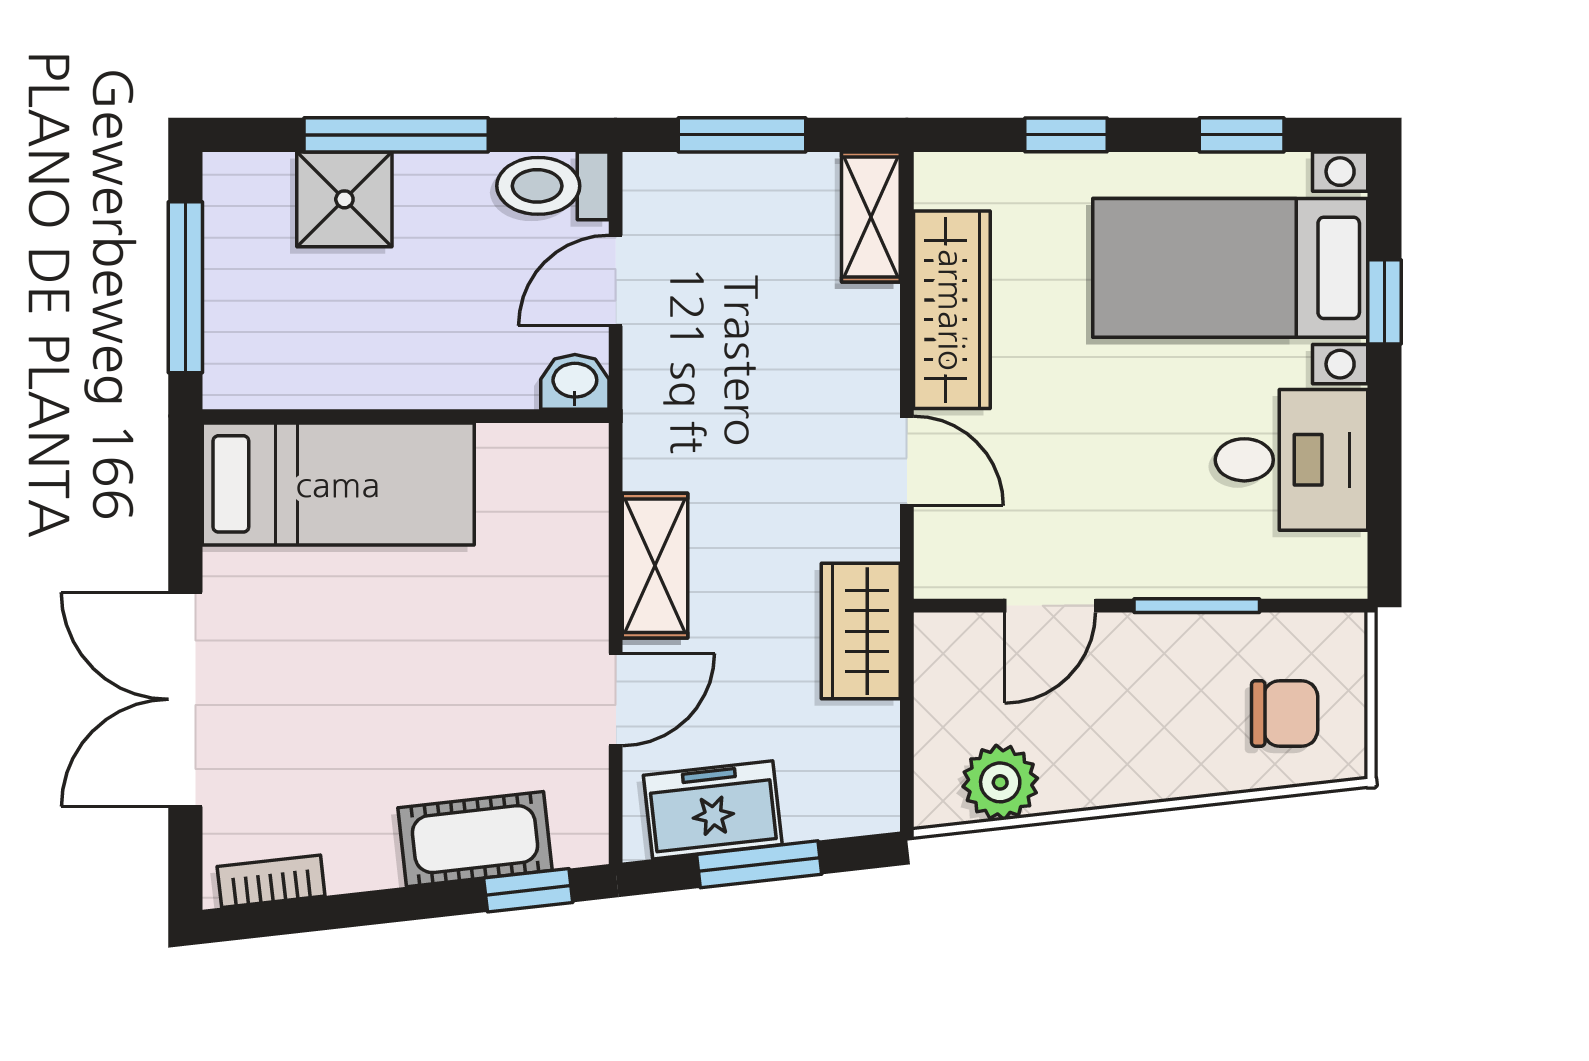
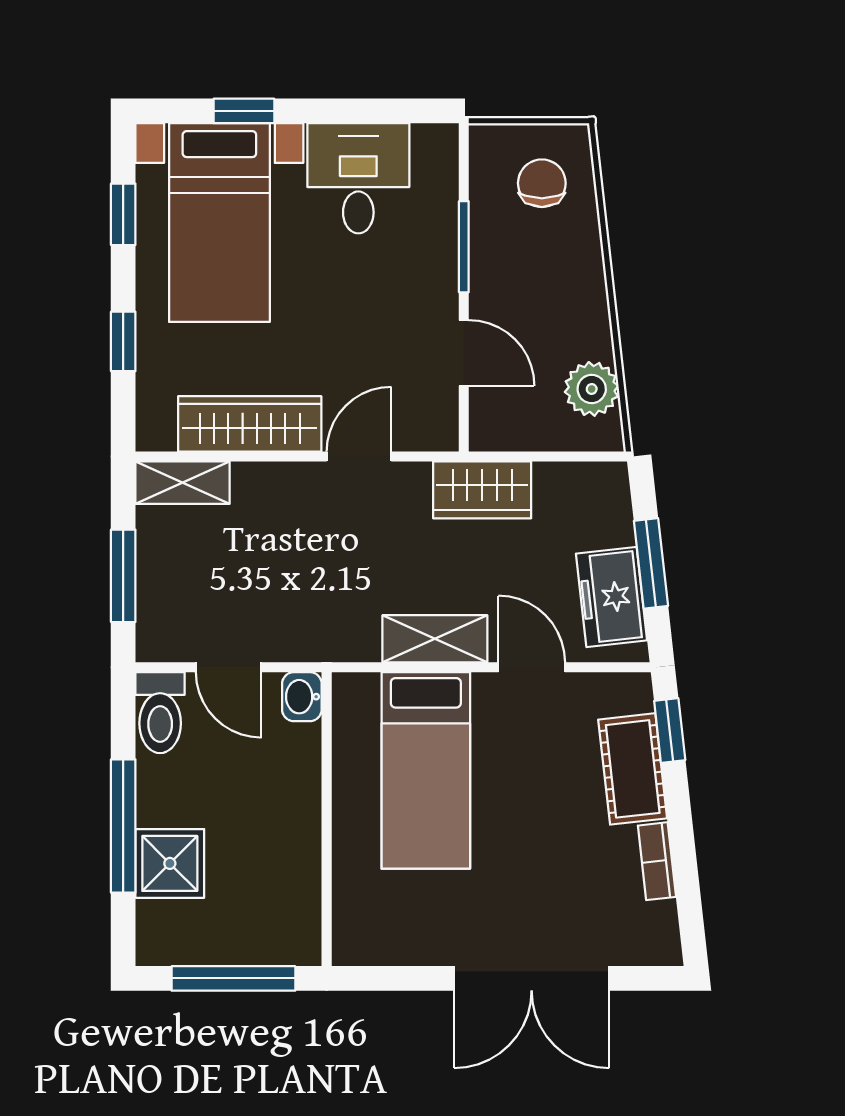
bed: (338, 484) -> (426, 770), moved, turned 180
bookcase: (271, 881) -> (657, 861), moved

